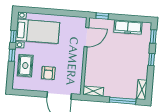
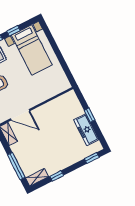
window: (102, 16) -> (90, 115), moved
door: (86, 37) -> (20, 115), moved
window: (151, 60) -> (57, 176), moved

